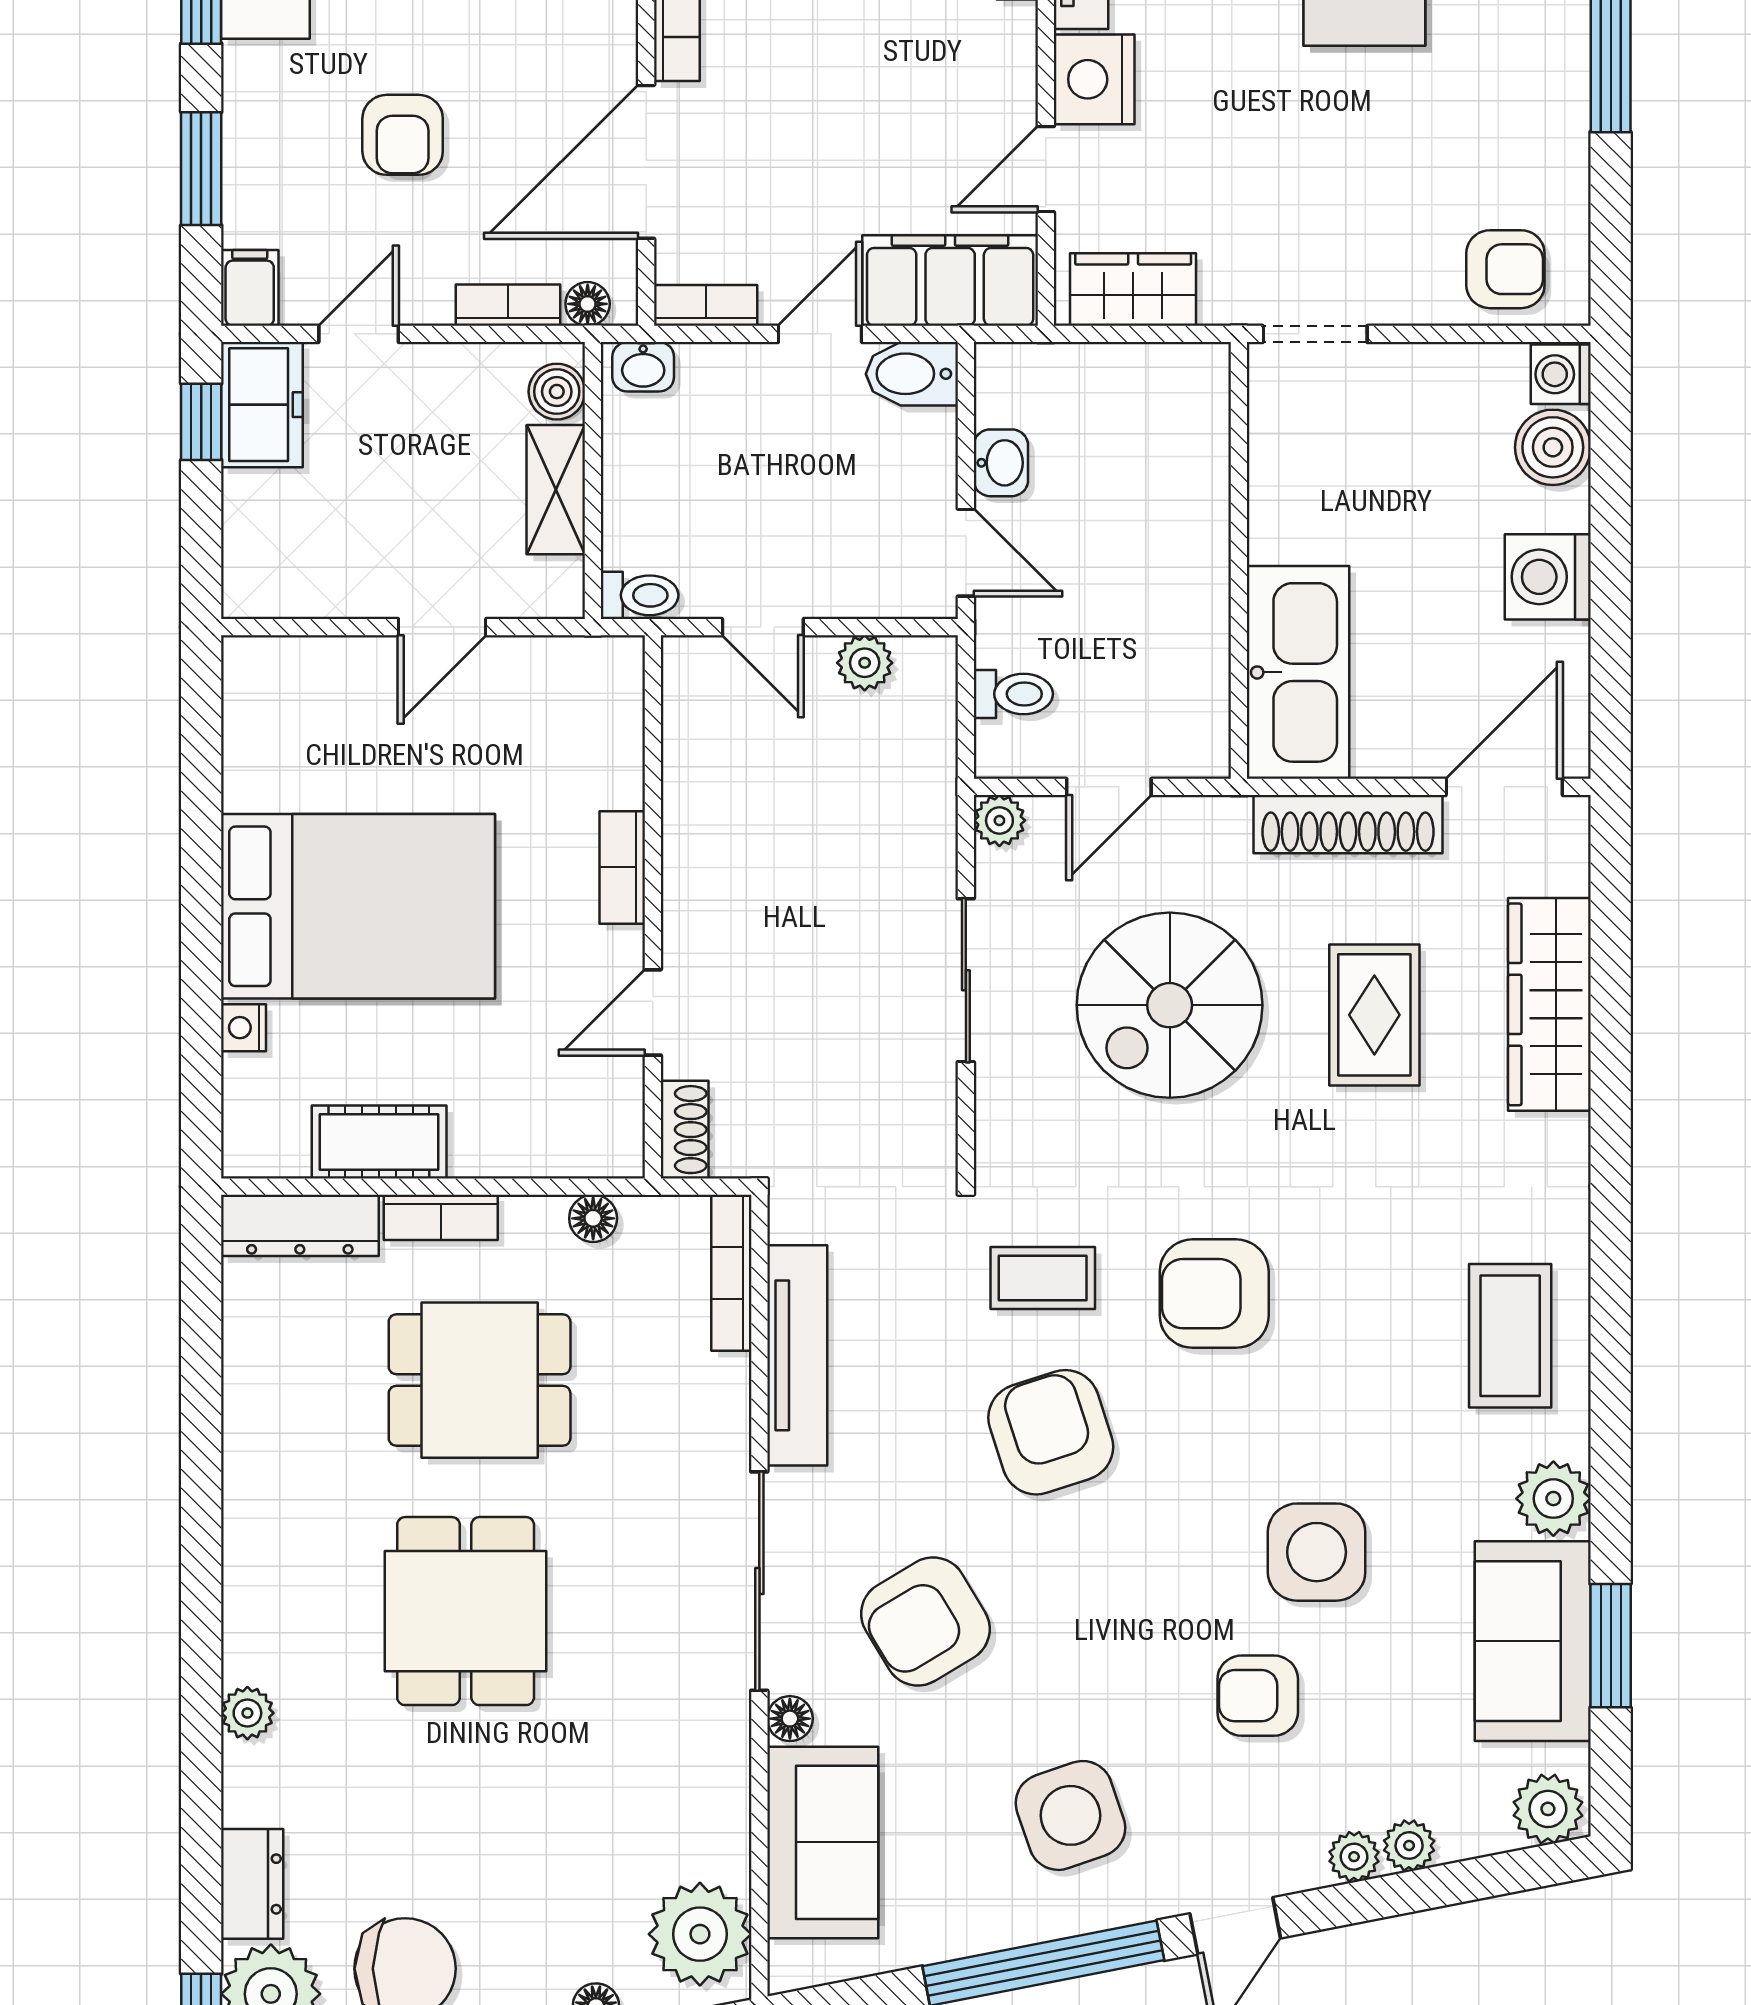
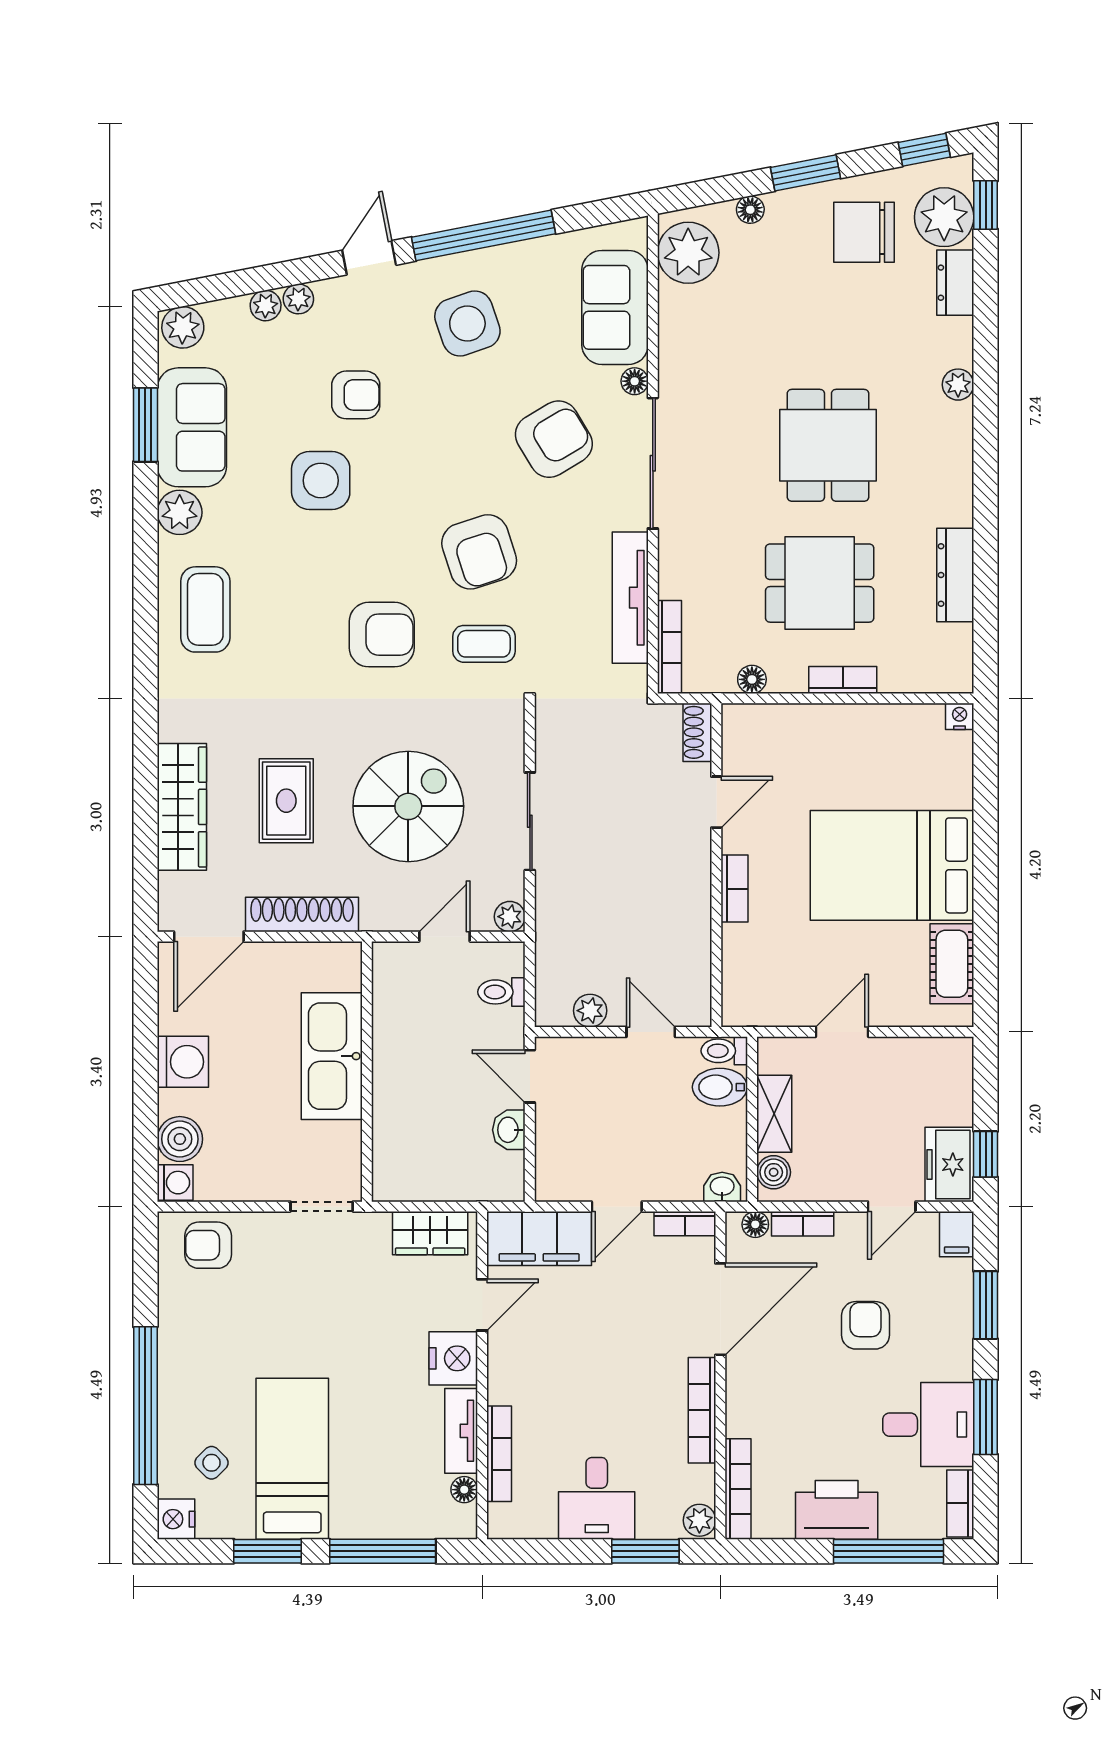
bidet: (912, 374) -> (720, 1087), moved, turned 180
kitchen sink: (1298, 672) -> (332, 1056), moved
nightstand: (243, 1028) -> (960, 716), moved, turned -90
cot: (379, 1142) -> (952, 964), moved, turned 90
dresser: (300, 1225) -> (955, 575), moved, turned -90

